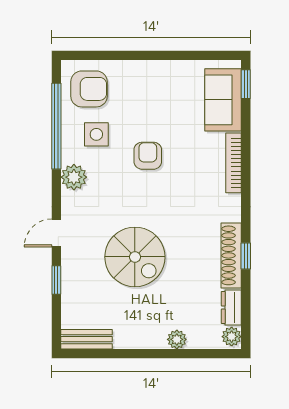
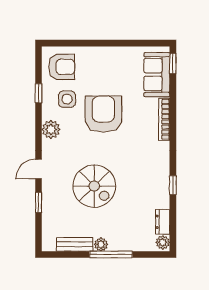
window: (56, 126) -> (39, 93), width x0.32
armchair: (148, 156) -> (103, 114), width x1.88, depth x1.88
shoe rack: (231, 255) -> (162, 185), removed
bench: (86, 339) -> (75, 244), moved
plant: (177, 339) -> (101, 244), moved
window: (158, 354) -> (111, 254), added

